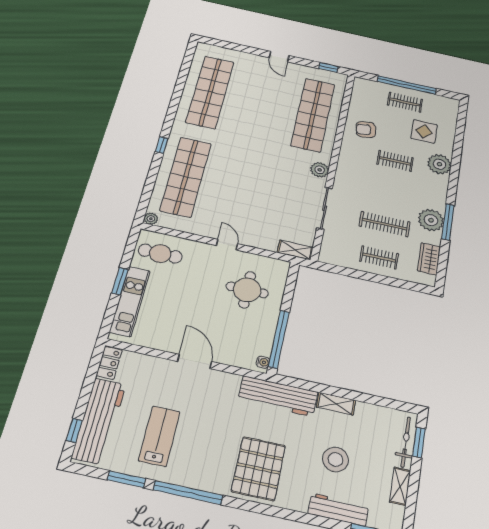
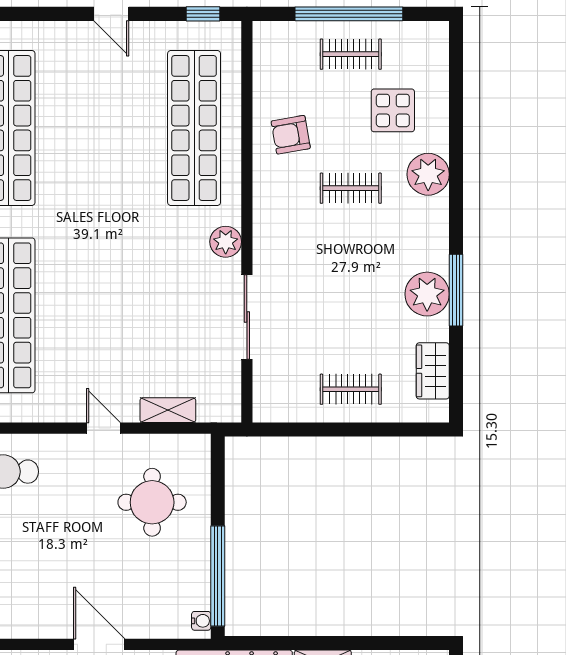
clothes rail: (385, 224) -> (351, 322), removed
shelving: (295, 250) -> (168, 410), moved

